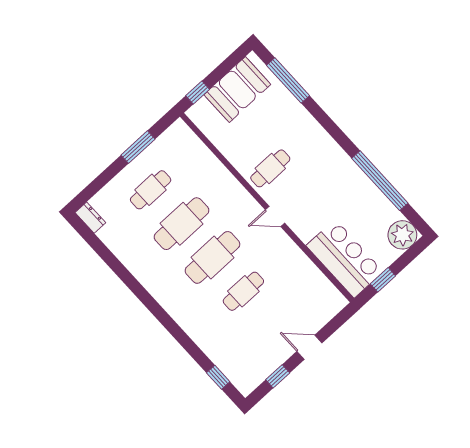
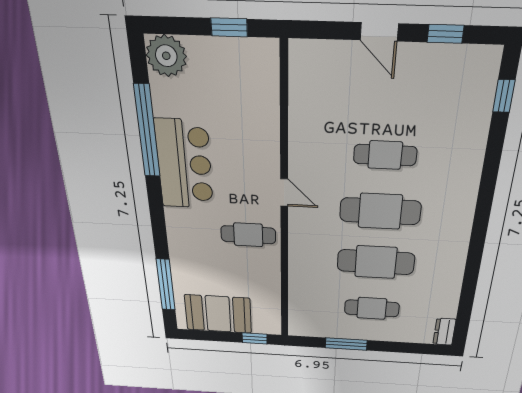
bar counter: (345, 259) -> (184, 164), moved, turned 180

